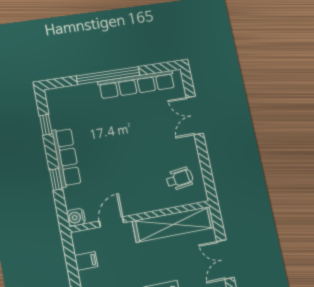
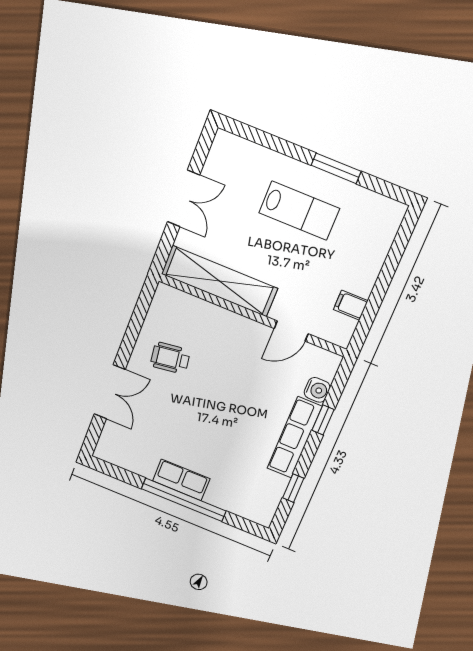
row of seats: (137, 84) -> (181, 480), width x0.50
wheelchair: (180, 179) -> (170, 358), moved
water cooler: (76, 217) -> (317, 390), moved

